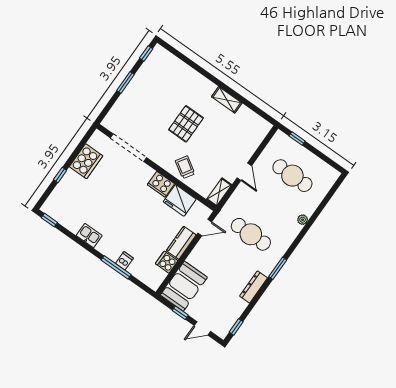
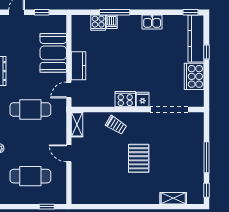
window: (126, 83) -> (206, 157), width x1.44
shelving: (227, 100) -> (173, 198), moved
kitchen counter: (61, 194) -> (196, 38), added
fridge: (180, 200) -> (143, 100), moved, width x0.53, depth x0.75
cooker: (167, 262) -> (98, 23), moved, turned 90
booth: (184, 286) -> (53, 53), moved

